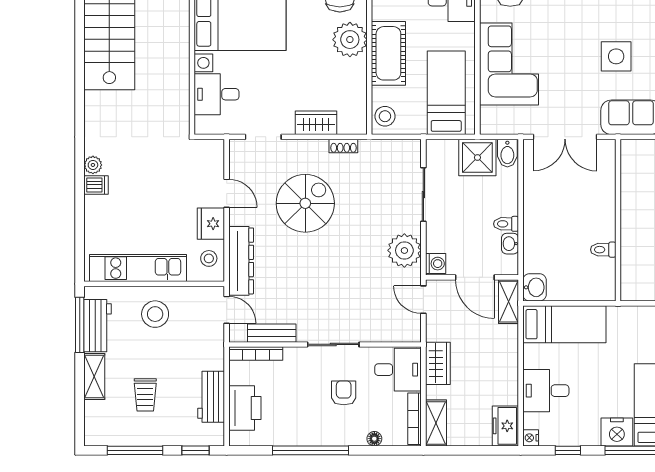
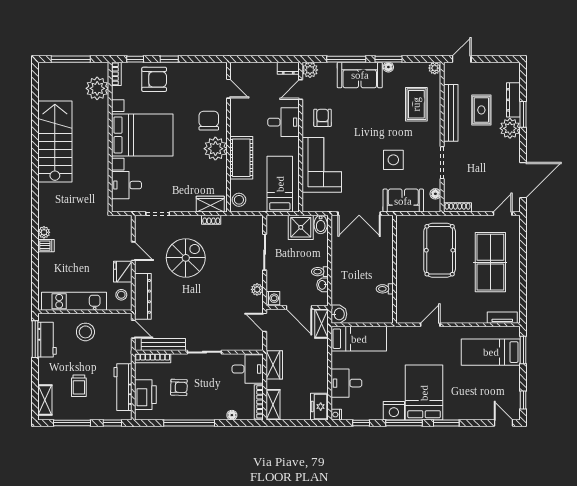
wardrobe: (316, 123) -> (210, 204), moved
plant: (404, 250) -> (257, 289), width x0.53, depth x0.53
bench: (272, 333) -> (163, 345), width x1.36
shelving: (94, 377) -> (45, 400), moved
armchair: (344, 393) -> (179, 387), moved, turned 92
workbench: (211, 397) -> (123, 387), width x1.38

